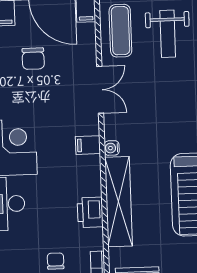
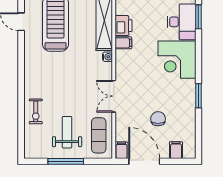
filing cabinet: (88, 145) -> (123, 43), moved
printer: (90, 212) -> (124, 26), moved

